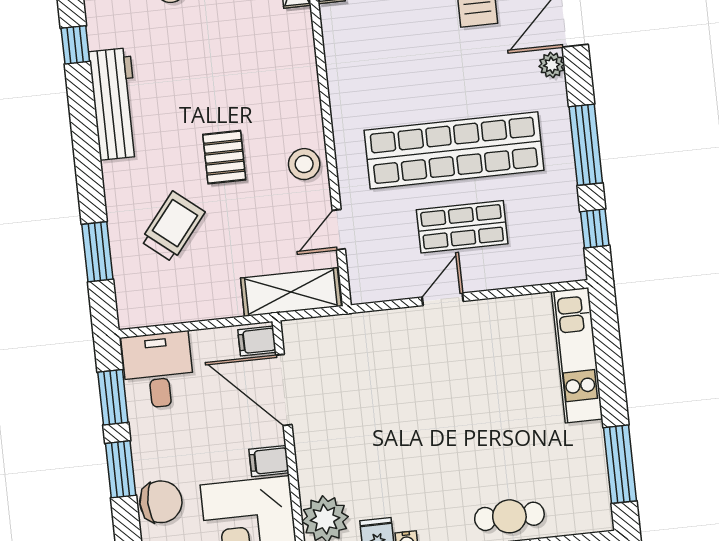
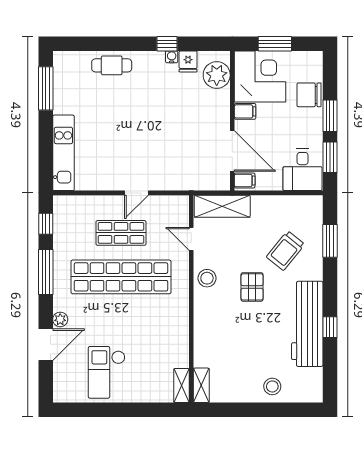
window: (75, 45) -> (330, 327), moved
workbench: (115, 104) -> (307, 324), width x1.36, depth x1.32
door: (339, 230) -> (191, 239), swing flipped

